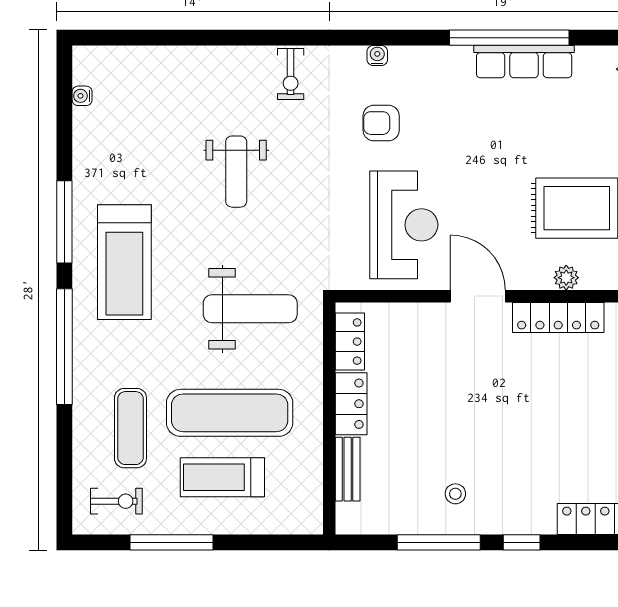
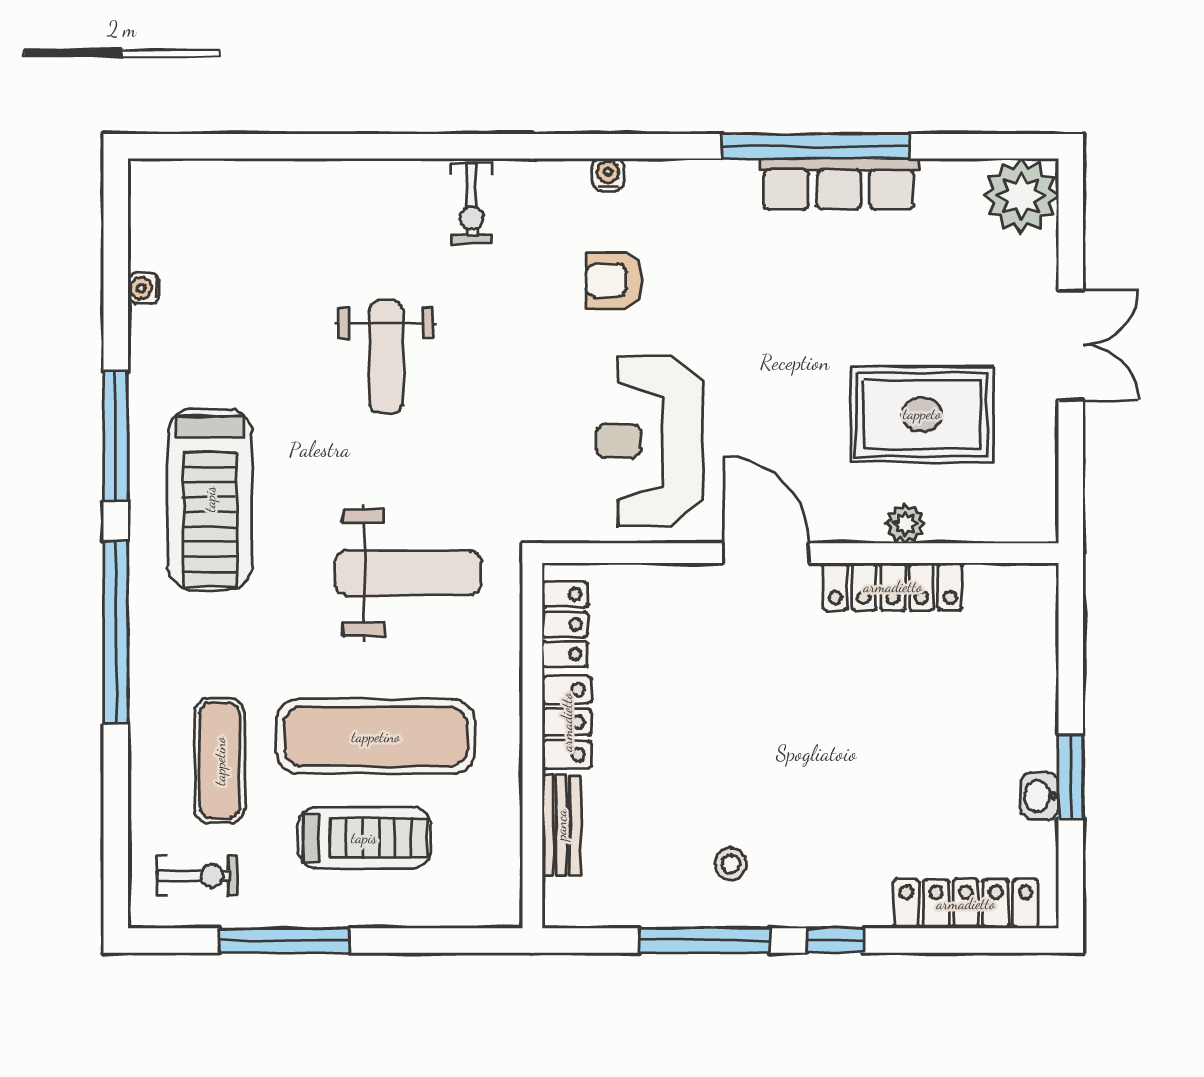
water cooler: (82, 96) -> (143, 288), moved
reception desk: (404, 225) -> (650, 441), turned 180
treadmill: (222, 477) -> (364, 838), turned 180

